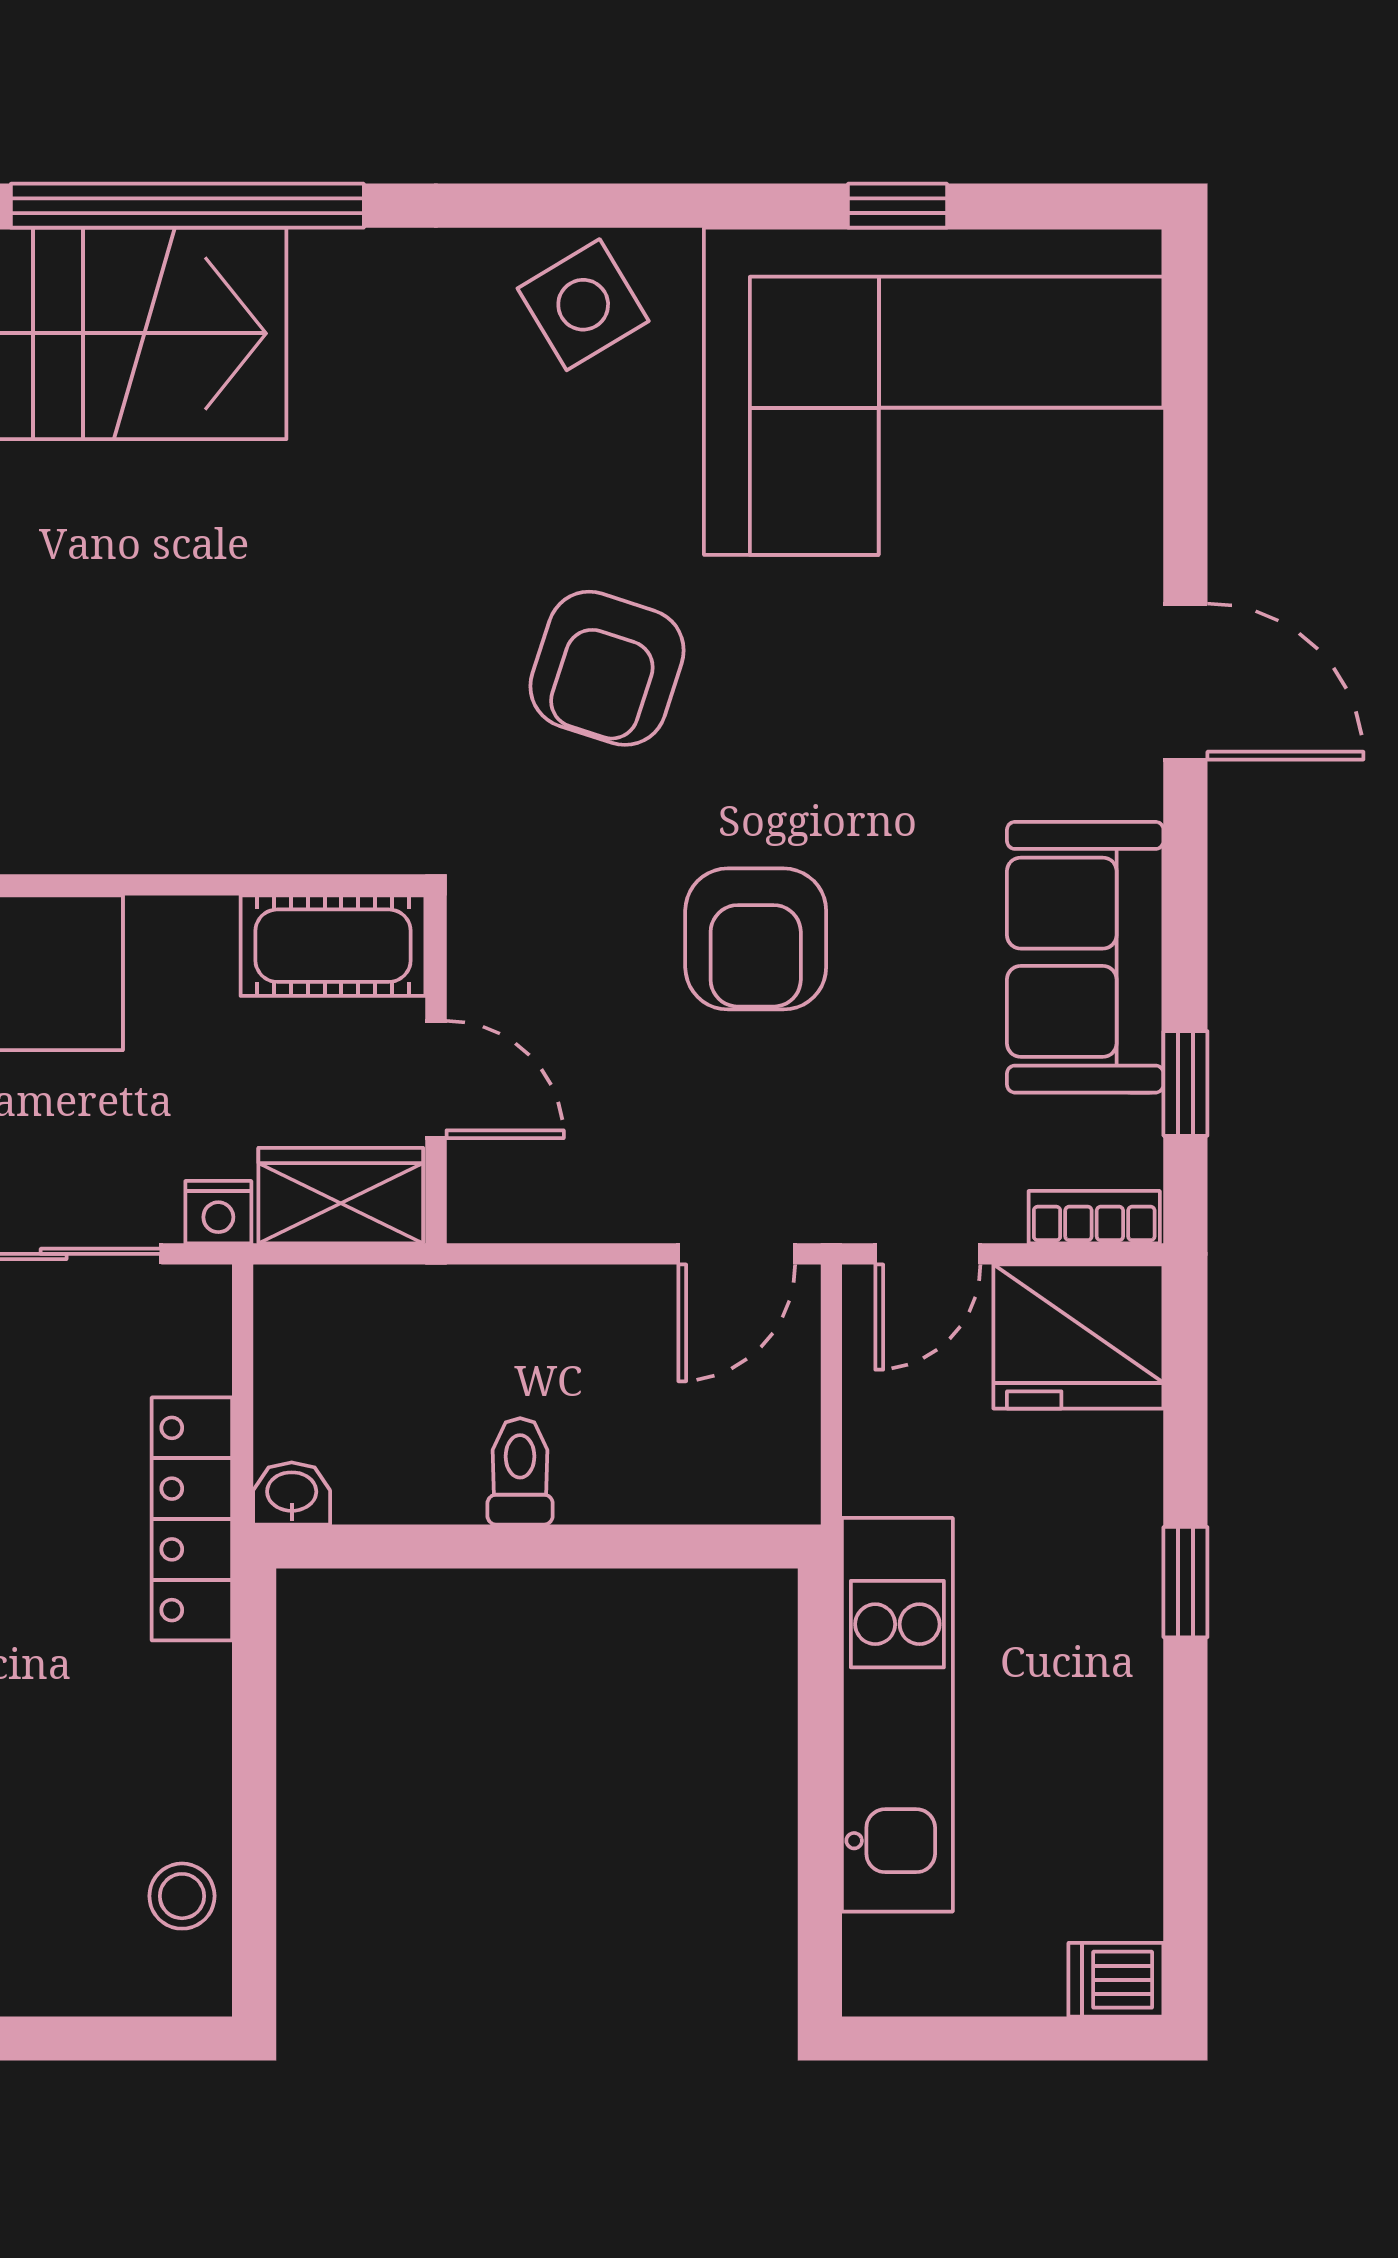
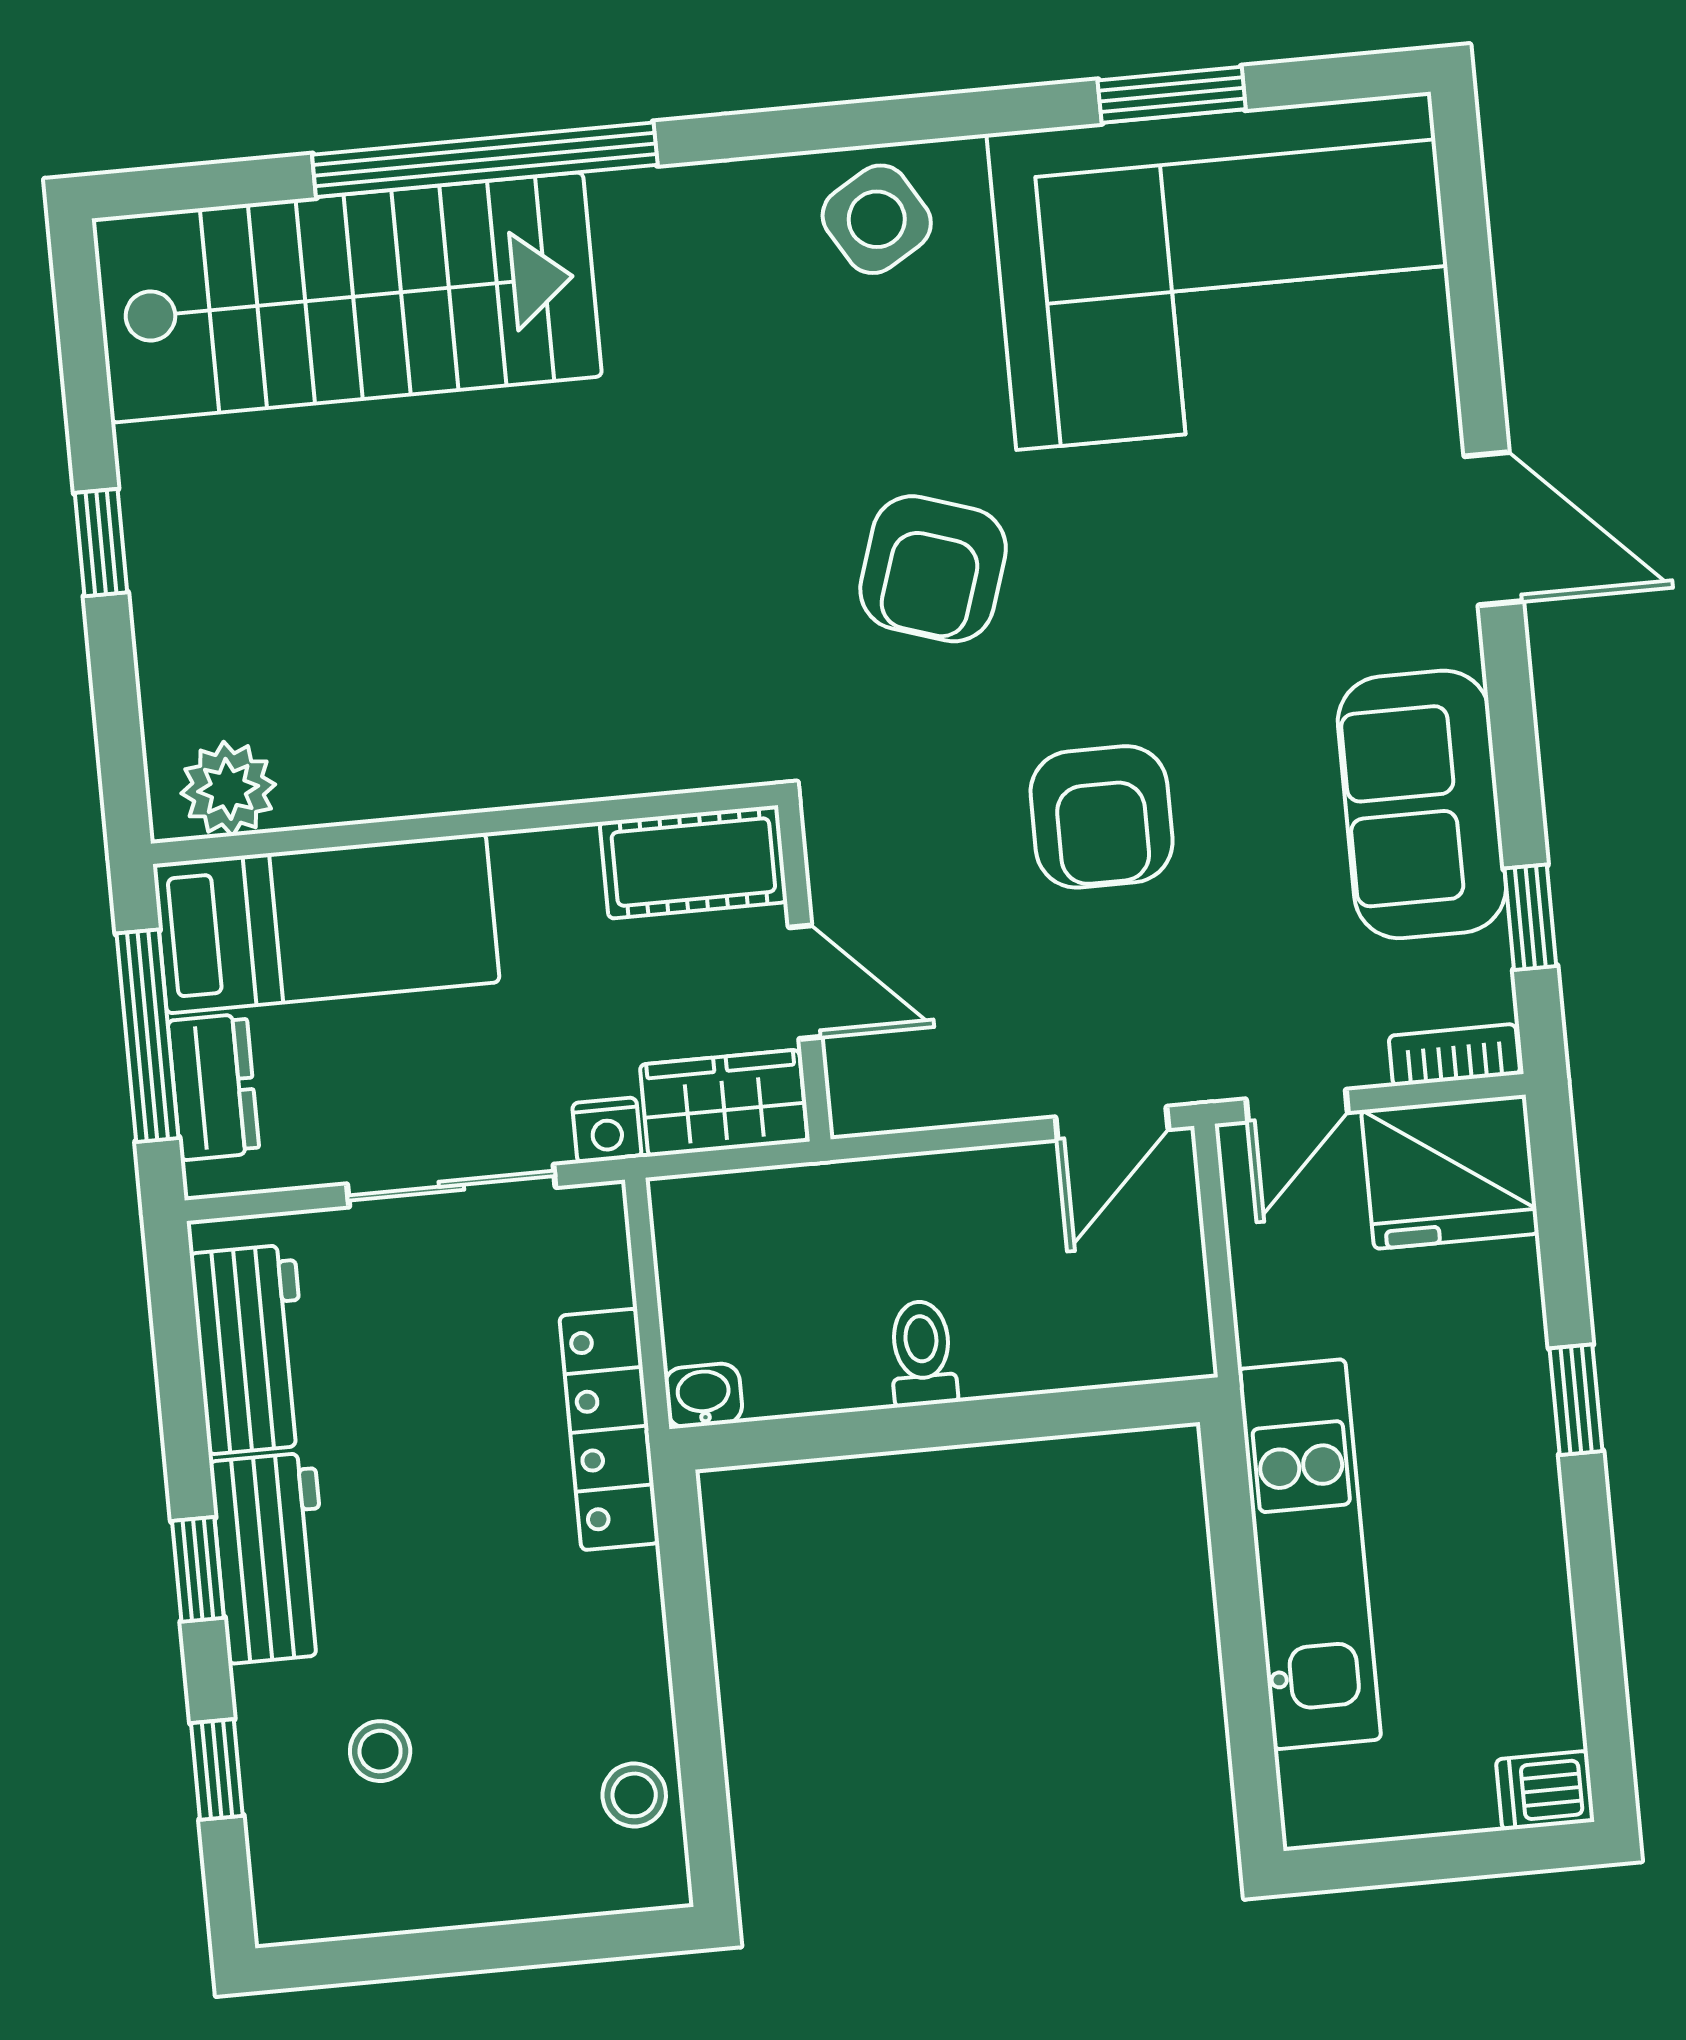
window: (897, 206) -> (1172, 95), width x1.50

